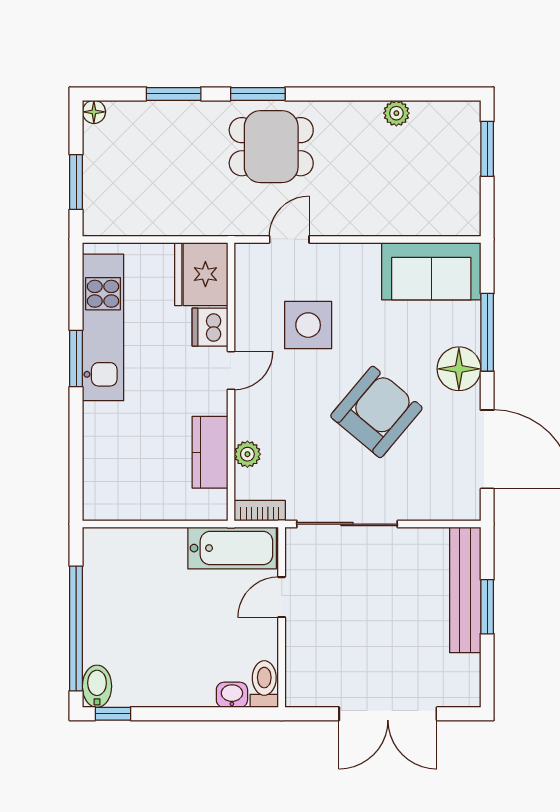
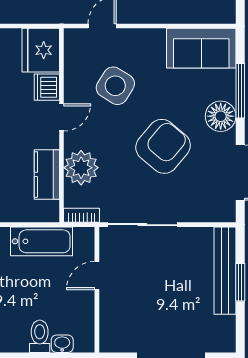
side table: (308, 325) -> (115, 86), turned 32
plant: (247, 454) -> (81, 168), width x1.87, depth x1.87
bathtub: (232, 548) -> (41, 241), moved
toilet: (264, 684) -> (40, 336), moved

